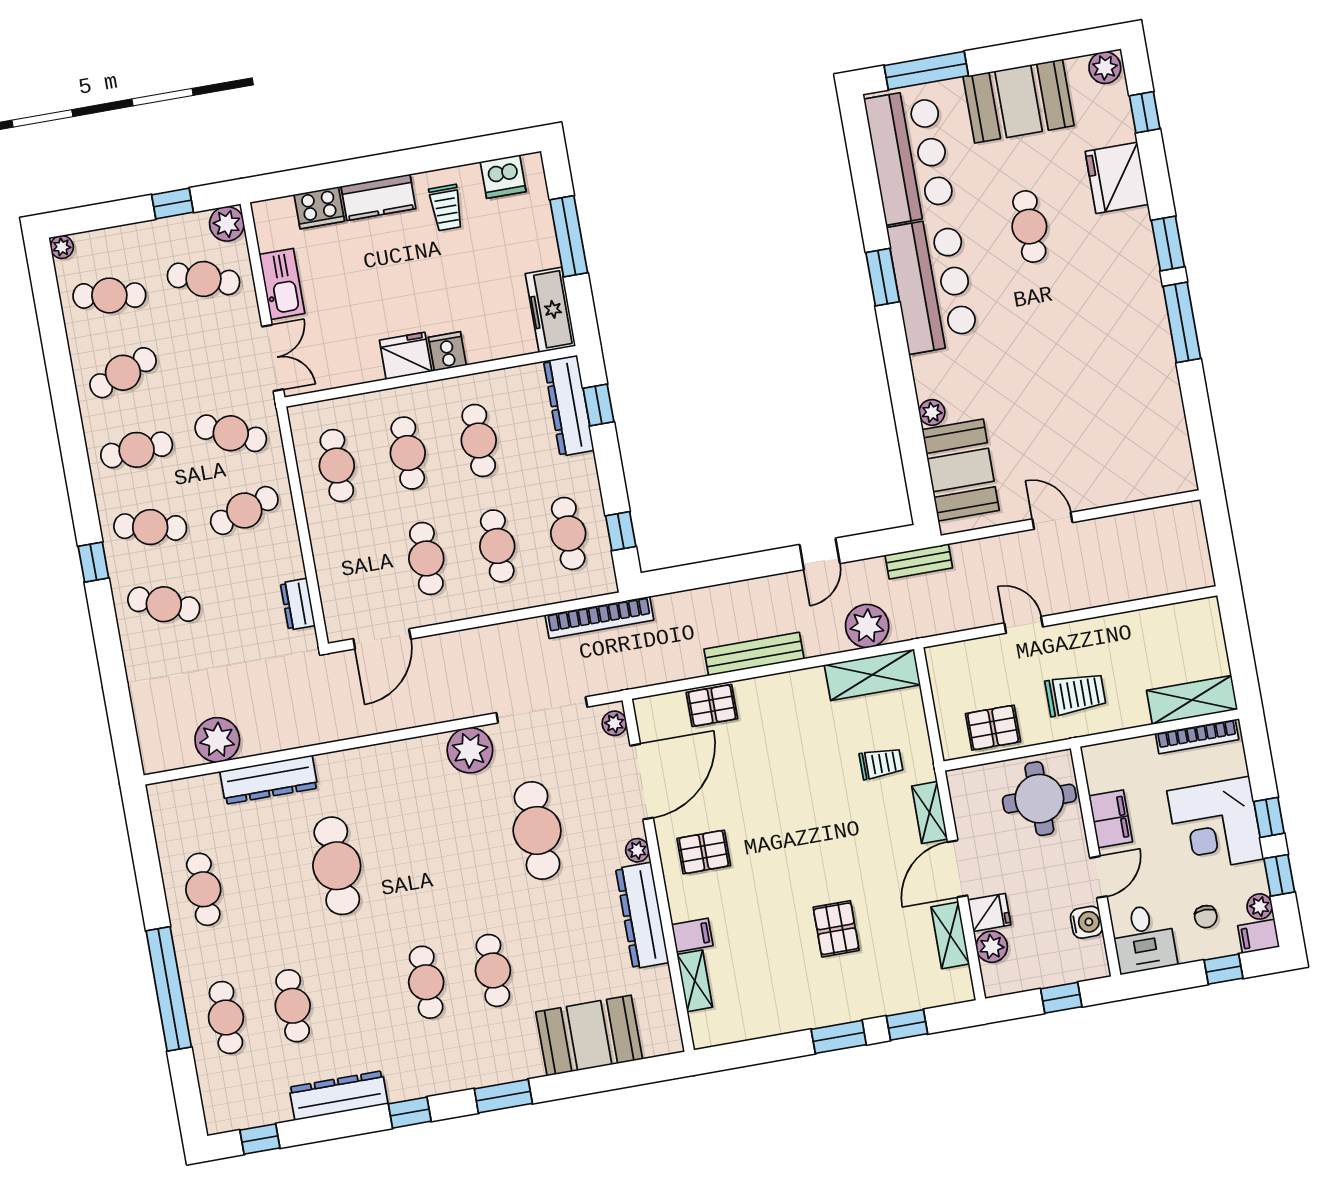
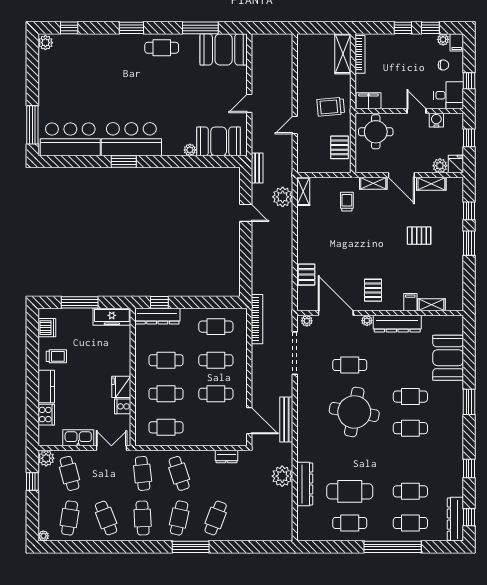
booth: (1019, 101) -> (224, 49), moved, turned 90
fridge: (1117, 178) -> (97, 46), removed
cafe table: (1029, 227) -> (162, 48), moved
cafe table: (204, 279) -> (70, 473), turned -33
window: (1182, 322) -> (200, 28), moved
cooker: (447, 351) -> (123, 406), moved
cafe table: (231, 433) -> (143, 473), turned -30
window: (621, 531) -> (219, 302), removed
window: (93, 562) -> (191, 547), width x2.17
bench: (754, 654) -> (286, 419), moved
shelving: (872, 675) -> (303, 191), width x0.67, depth x0.75
trolley: (1076, 694) -> (331, 107), turned -95
plant: (217, 740) -> (282, 476), moved
plant: (470, 750) -> (307, 389), removed
filing cabinet: (1111, 819) -> (368, 101), moved
corner desk: (1215, 825) -> (402, 53), removed
cafe table: (537, 830) -> (350, 365), width x0.73, depth x0.74
round table: (439, 857) -> (354, 412), added
cafe table: (337, 866) -> (350, 491), moved
fridge: (989, 912) -> (456, 164), moved
window: (1223, 969) -> (469, 81), moved
dresser: (339, 1096) -> (455, 519), moved
window: (410, 1113) -> (469, 469), moved

